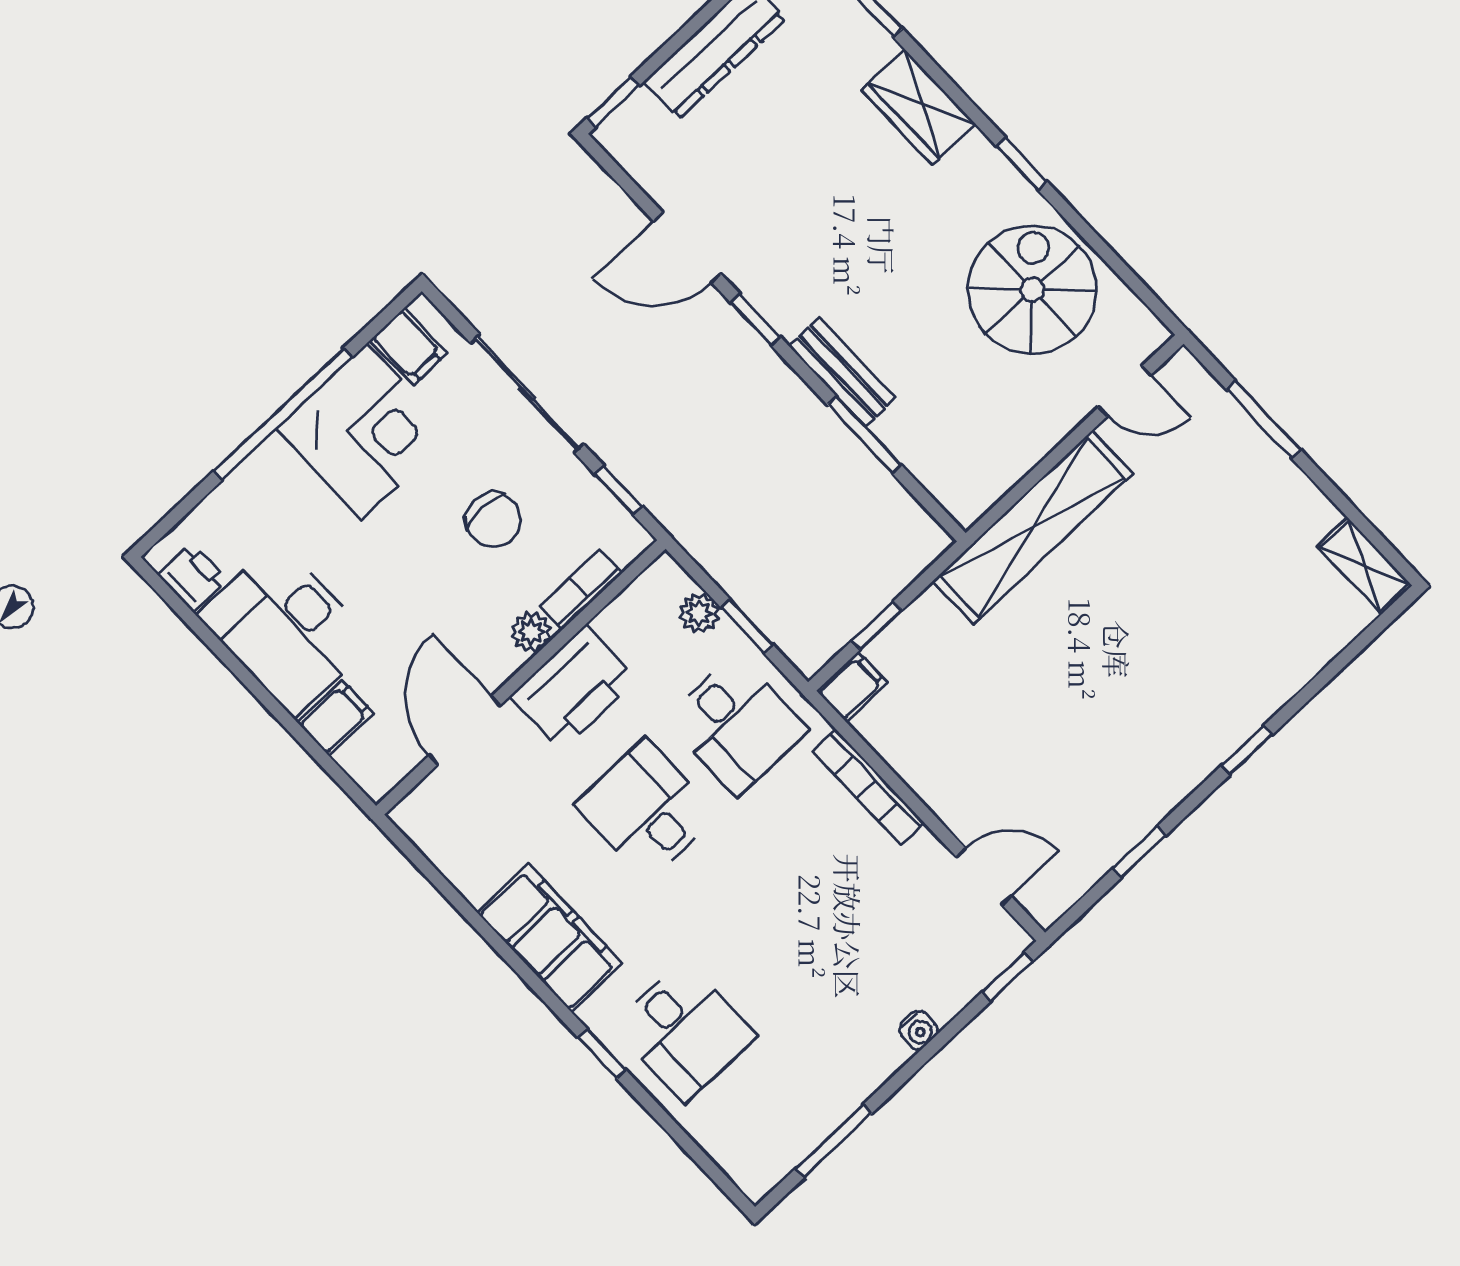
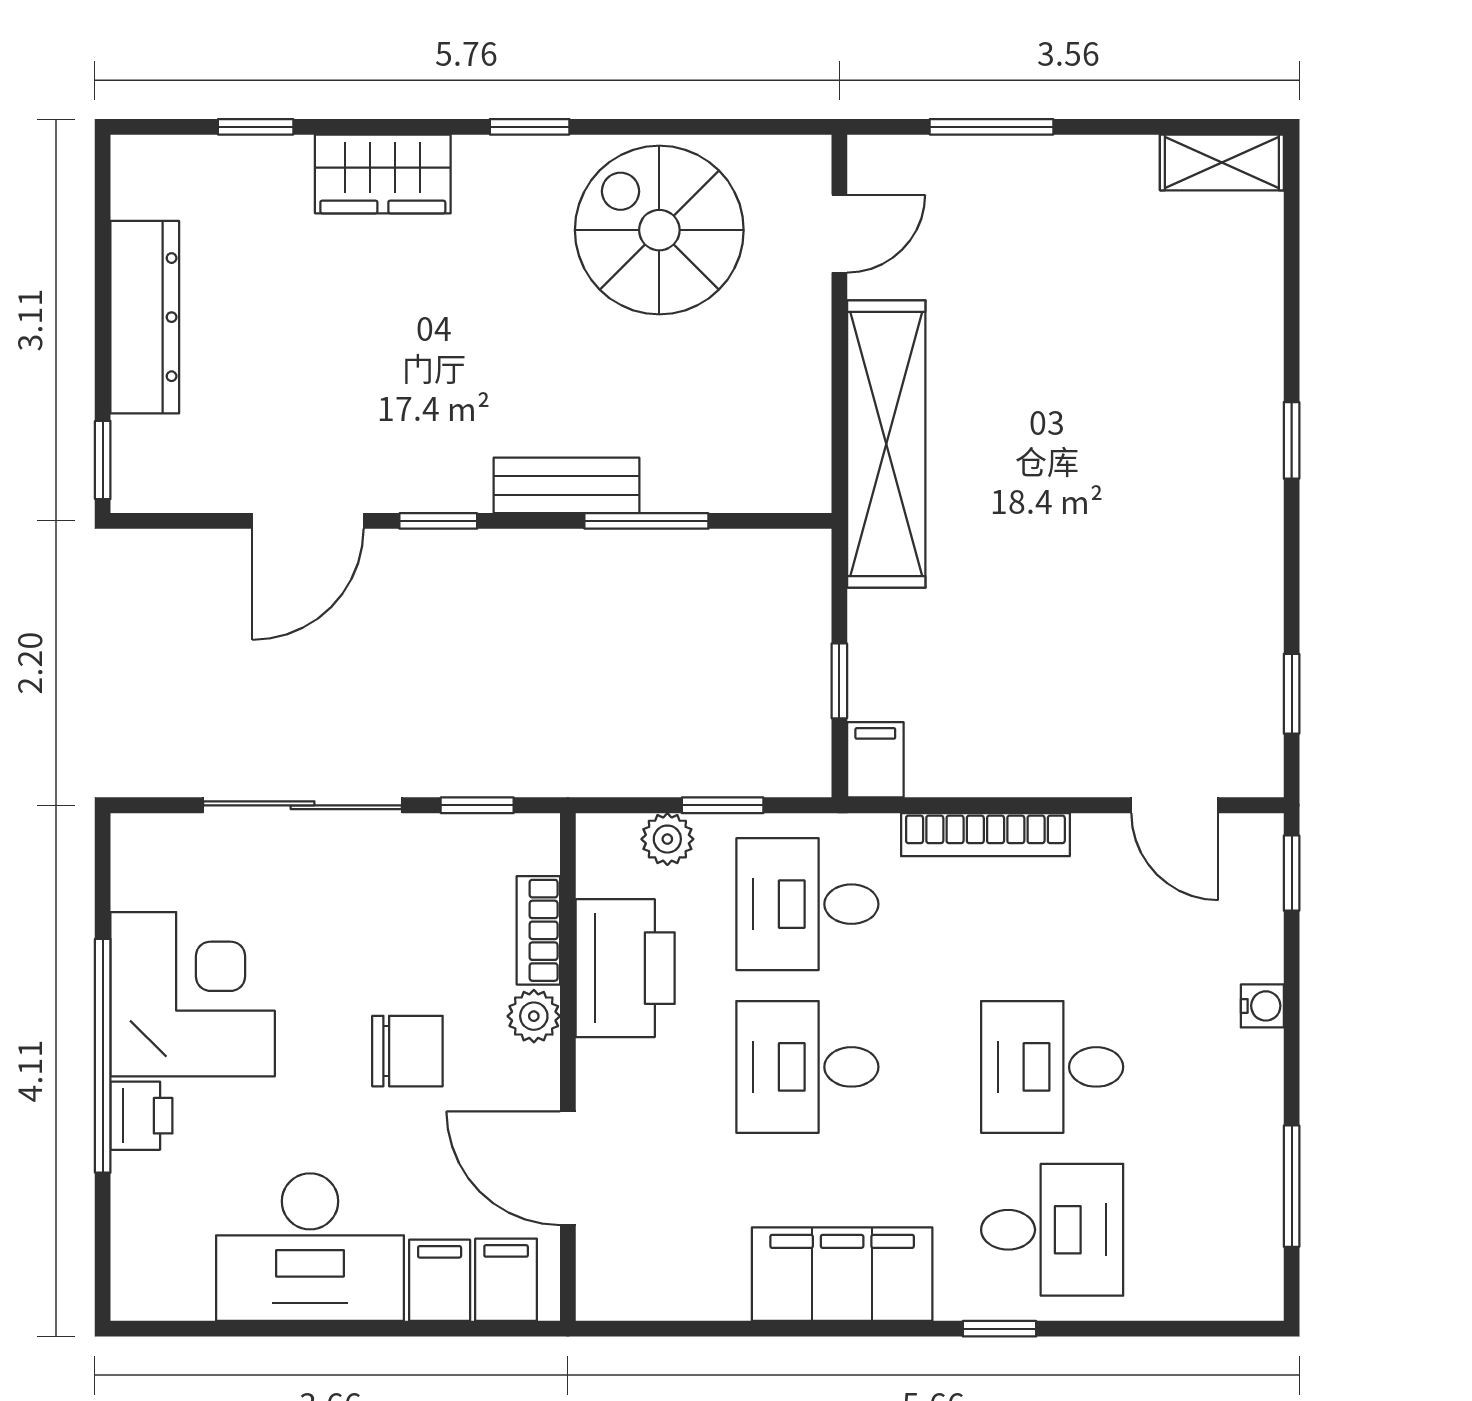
filing cabinet: (408, 347) -> (506, 1280), moved, turned -90
chair: (493, 520) -> (407, 1051), moved
printer: (192, 577) -> (141, 1116), moved, turned 90
printer: (573, 688) -> (625, 968), moved
desk: (736, 725) -> (807, 904), turned 180
window: (1139, 852) -> (1292, 694), moved
door: (984, 877) -> (1175, 805), swing flipped
desk: (774, 946) -> (1052, 1067), added

